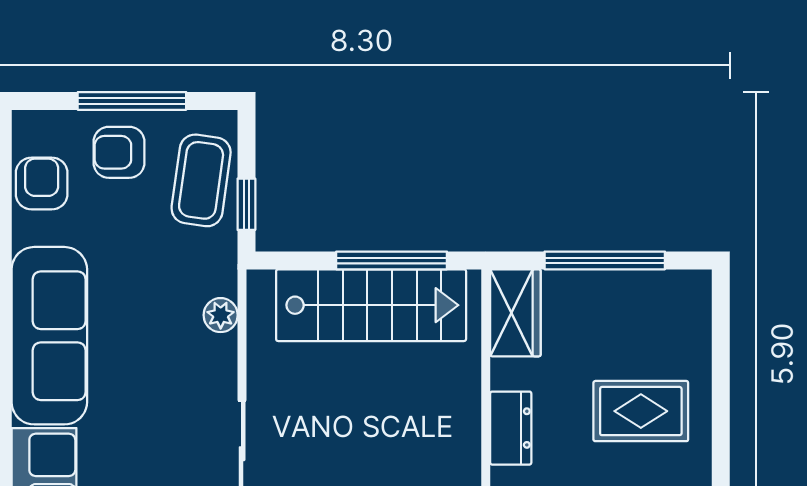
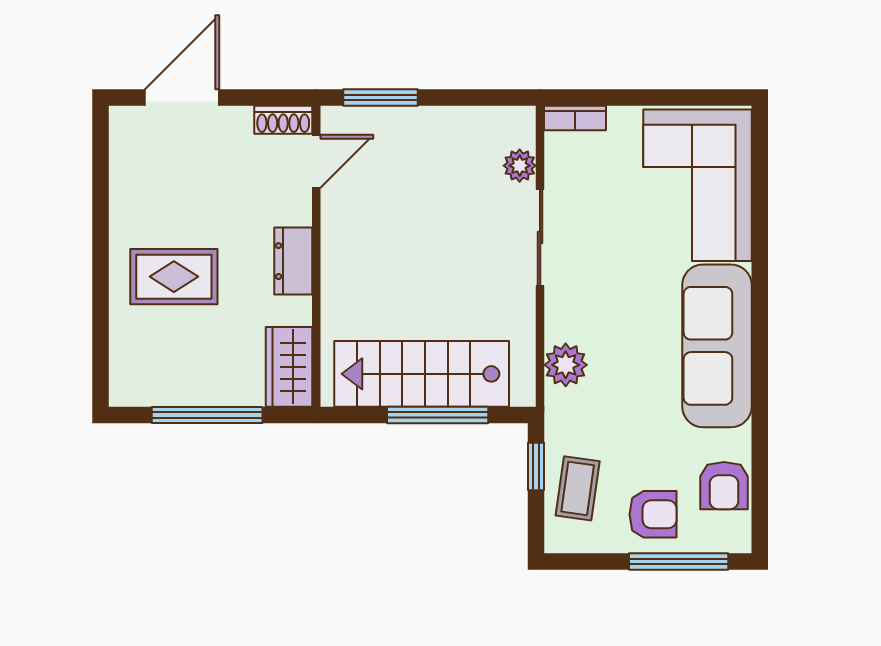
window: (132, 101) -> (679, 561), moved
coffee table: (201, 180) -> (578, 488), width x0.73, depth x0.77
window: (392, 260) -> (438, 415), moved
plant: (221, 315) -> (566, 365), width x1.38, depth x1.38

